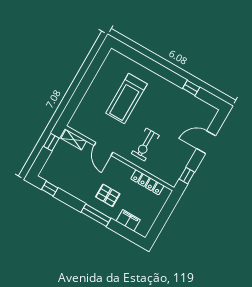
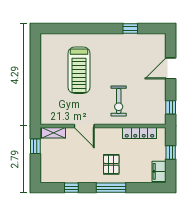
window: (50, 189) -> (71, 188), moved
pallet: (108, 195) -> (111, 164), turned 90
window: (165, 214) -> (171, 153), added
filing cabinet: (128, 220) -> (159, 171), moved, turned -90

